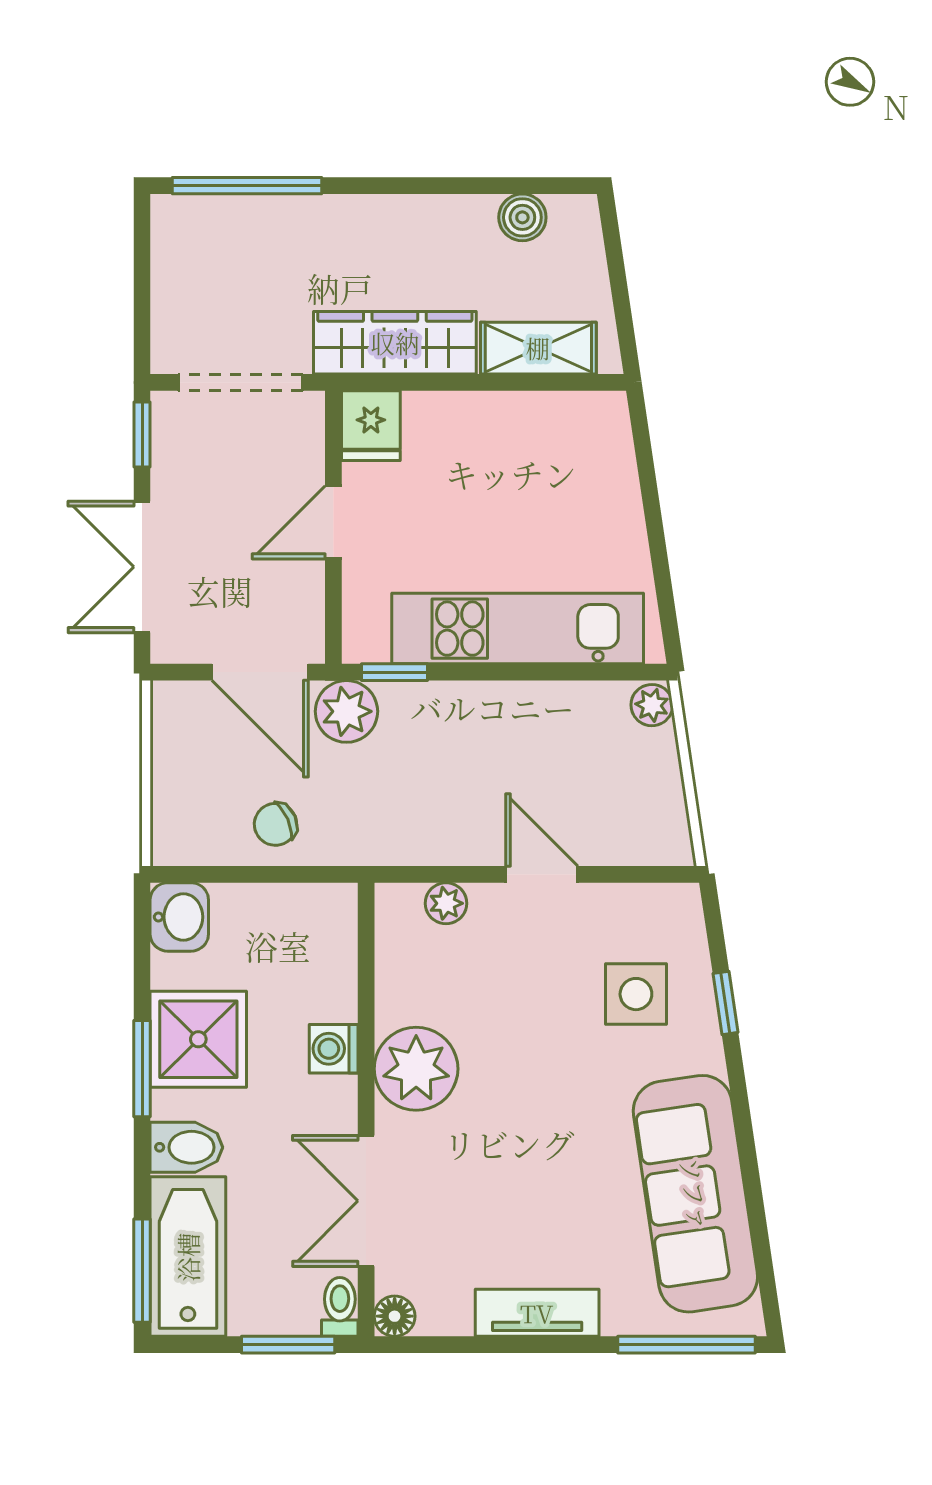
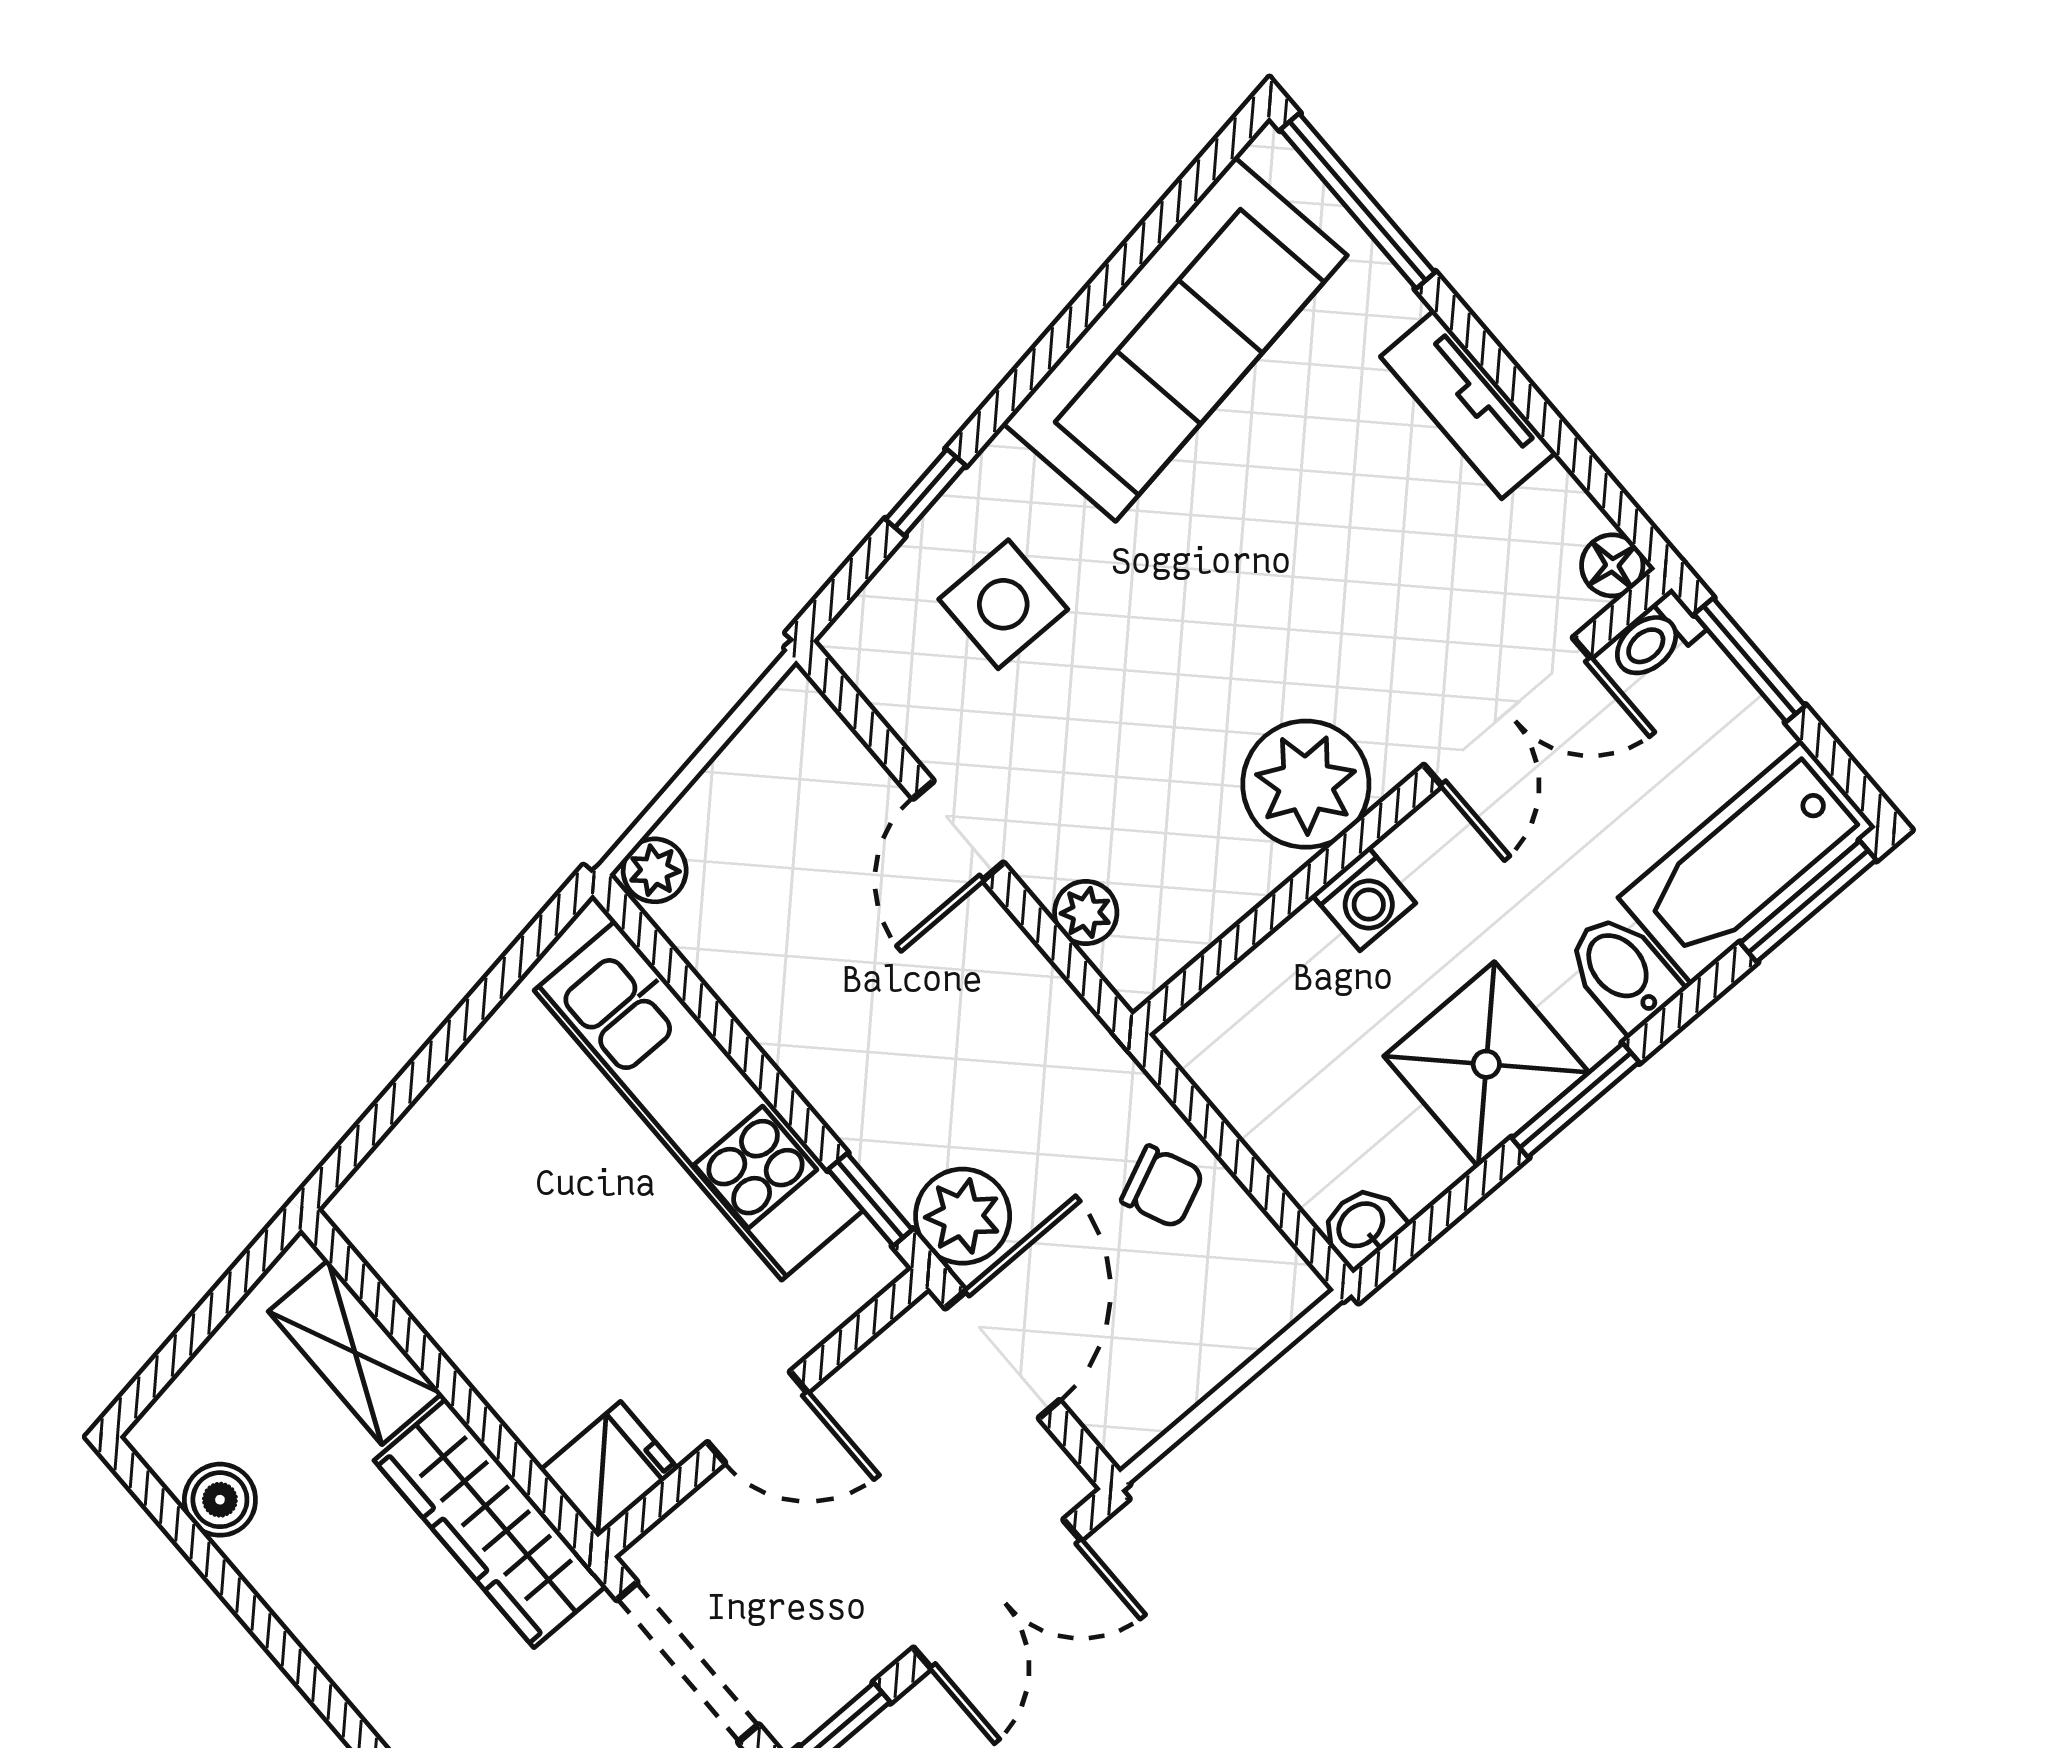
washbasin: (179, 917) -> (1362, 1226), width x0.72, depth x0.69

